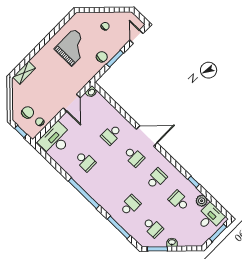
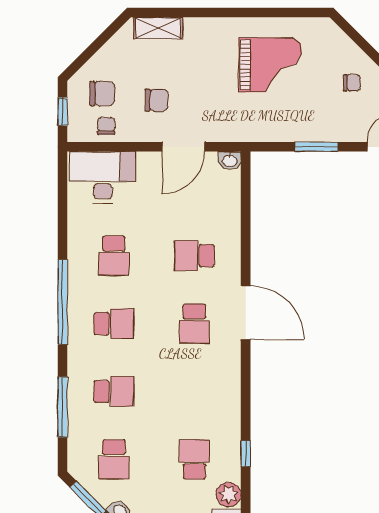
chair: (102, 57) -> (157, 100), moved
school desk: (156, 179) -> (114, 324), moved

